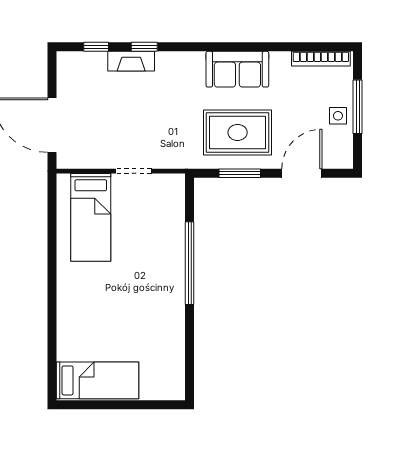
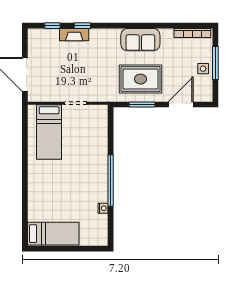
window: (190, 263) -> (111, 180), moved
nightstand: (177, 340) -> (103, 208), added

